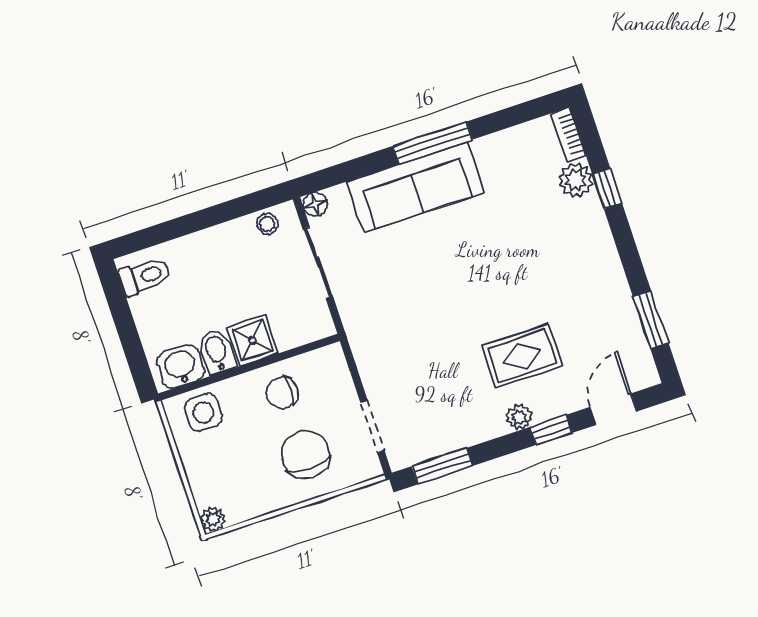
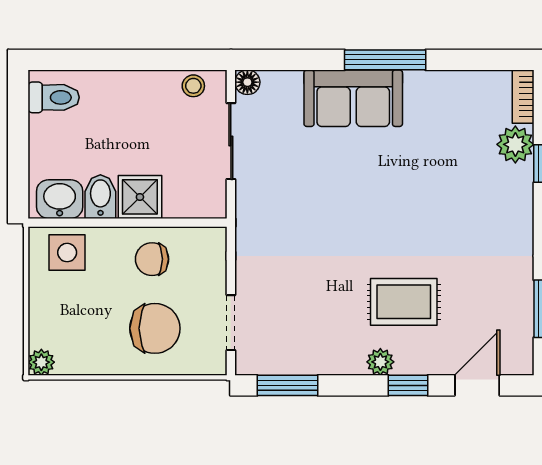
sofa: (415, 187) -> (353, 98), width x0.73
chair: (305, 455) -> (155, 328), turned 90

